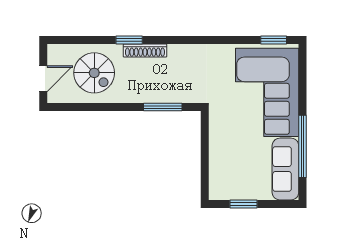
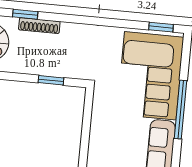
window: (163, 107) -> (51, 80), width x0.69
window: (302, 146) -> (181, 110), moved

